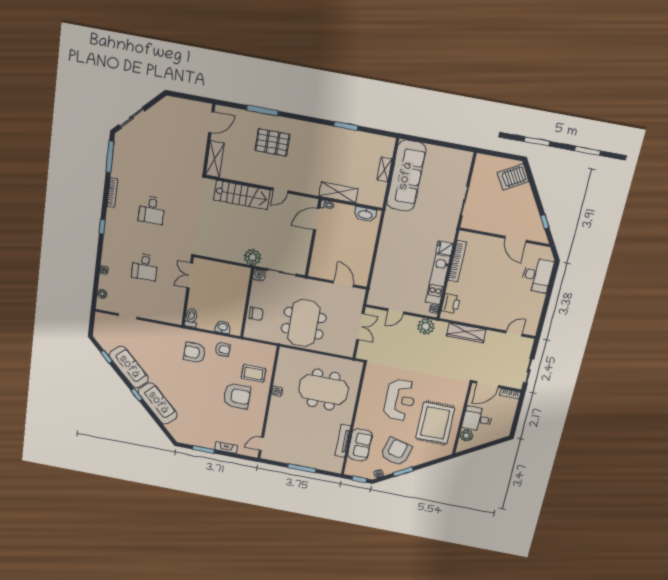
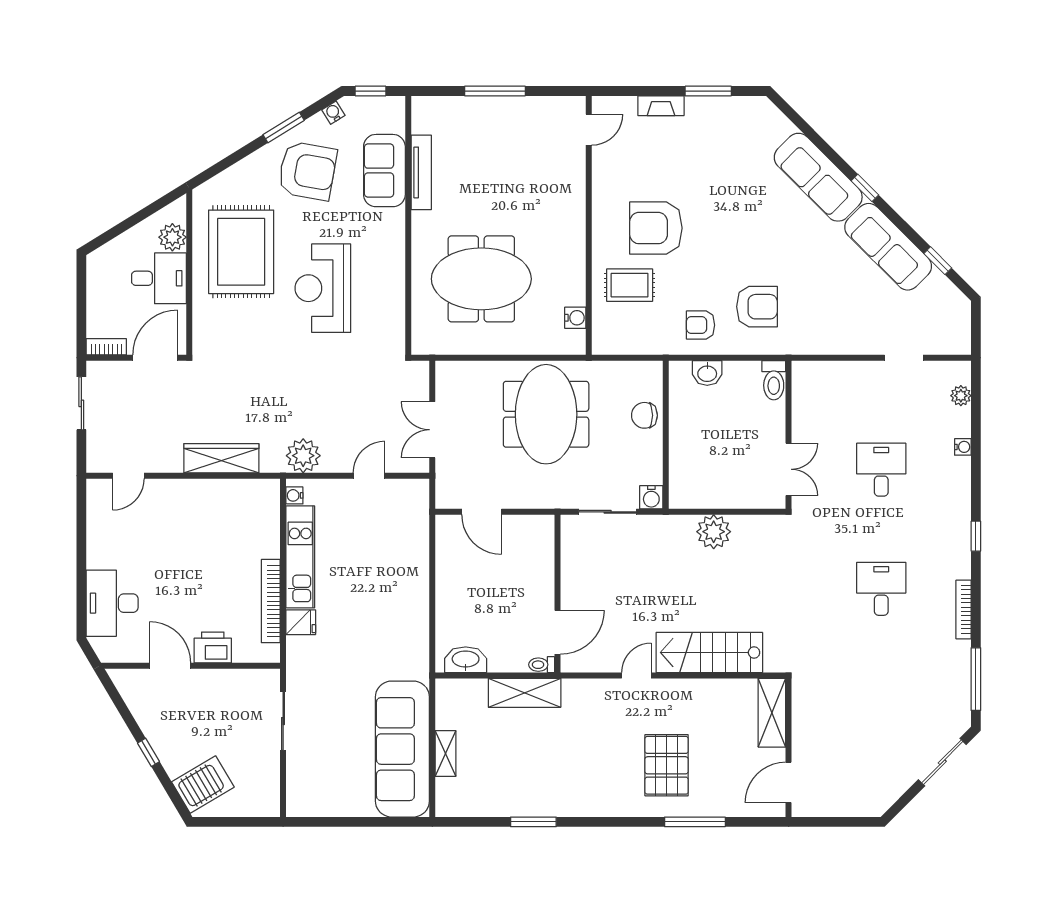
pallet: (272, 142) -> (667, 765), turned 90
window: (545, 222) -> (148, 752), moved
plant: (253, 257) -> (714, 532), moved
printer: (451, 304) -> (213, 648), moved, turned 90
water cooler: (277, 391) -> (575, 318), moved
armchair: (396, 452) -> (307, 171), turned -94

